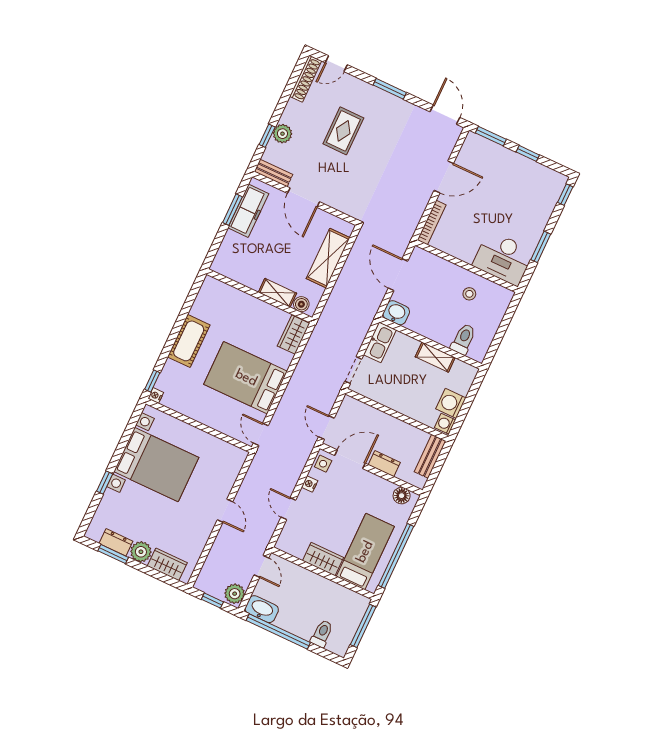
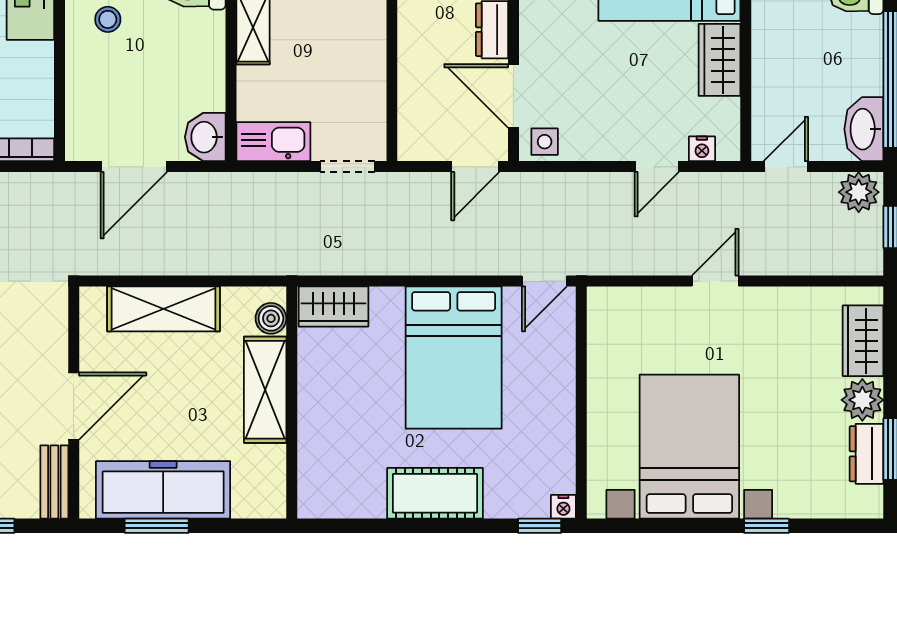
freezer: (248, 211) -> (163, 490), width x1.36, depth x1.26
shelving: (277, 293) -> (265, 390), width x1.50, depth x1.33
nightstand: (310, 484) -> (702, 149), moved

